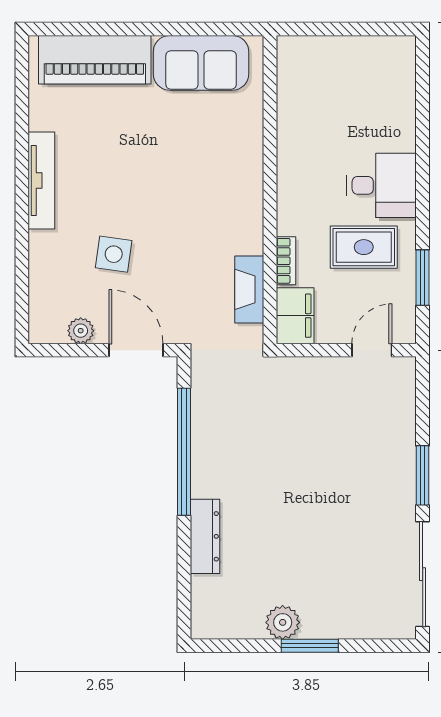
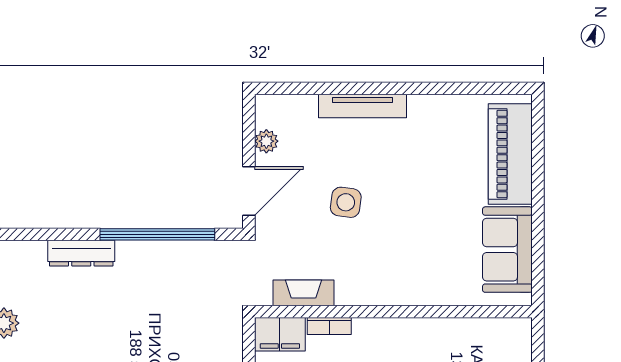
tv unit: (41, 180) -> (363, 106), moved
side table: (114, 254) -> (346, 202), moved

